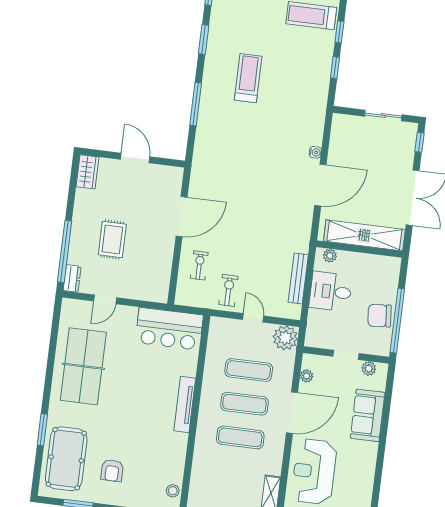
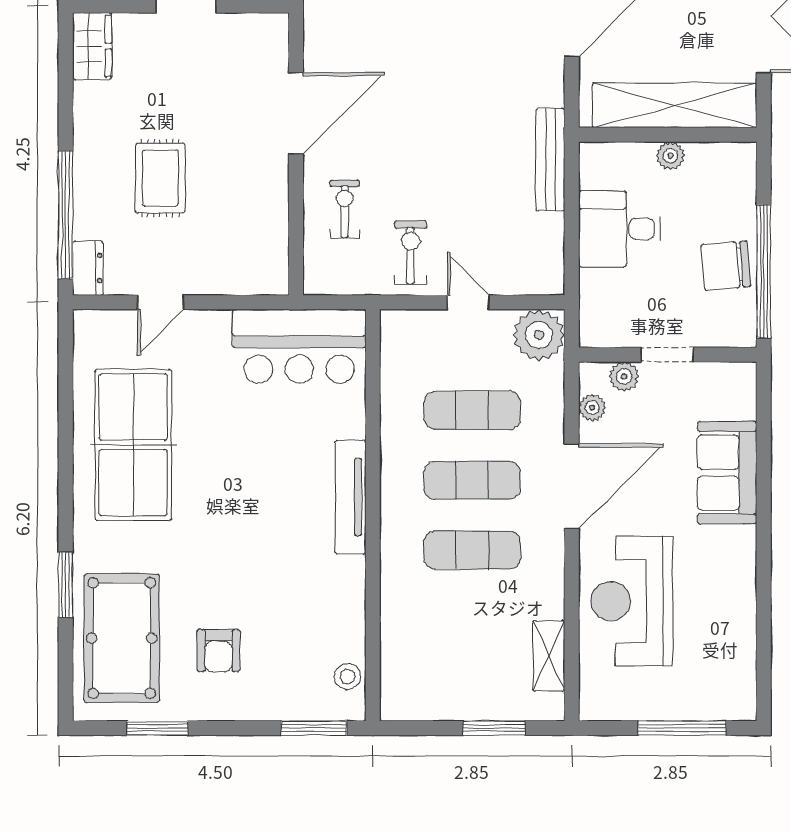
plant: (330, 256) -> (670, 156), moved
bench: (298, 278) -> (550, 160), moved
plant: (369, 368) -> (624, 376), moved

